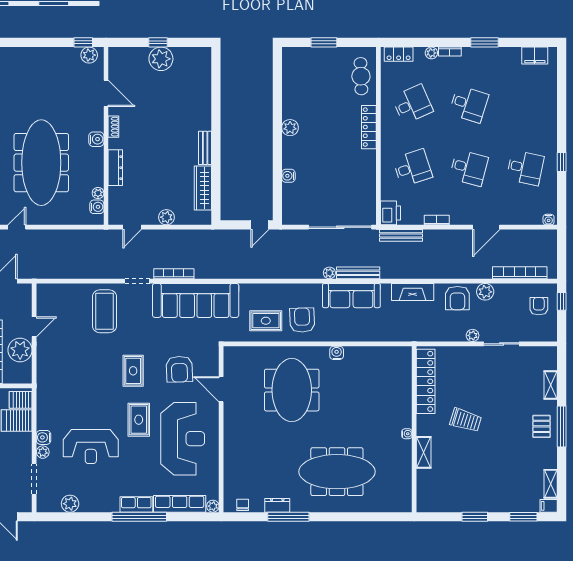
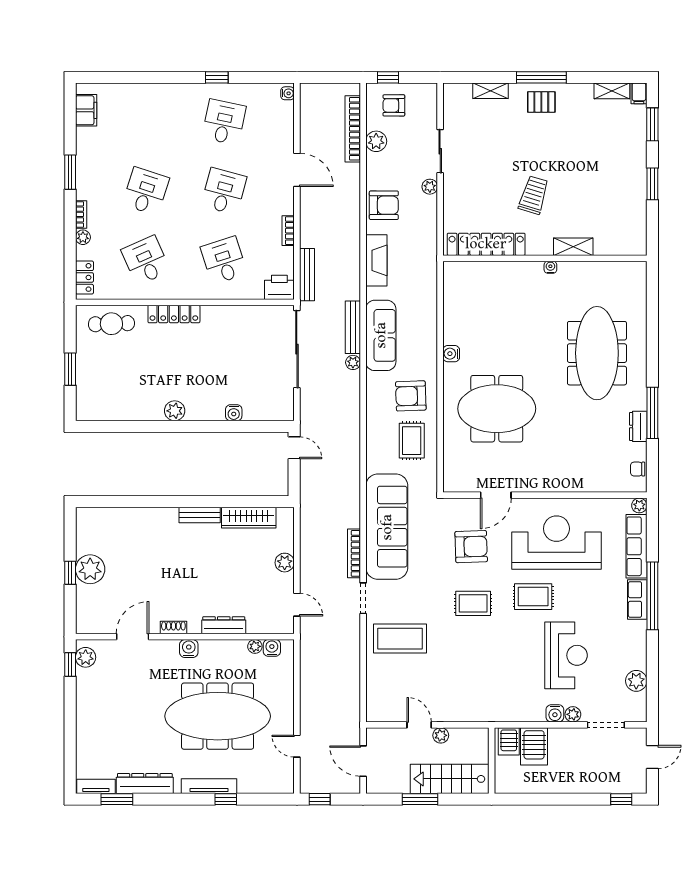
plant: (485, 292) -> (376, 141), moved
plant: (20, 350) -> (441, 735), width x0.53, depth x0.53

